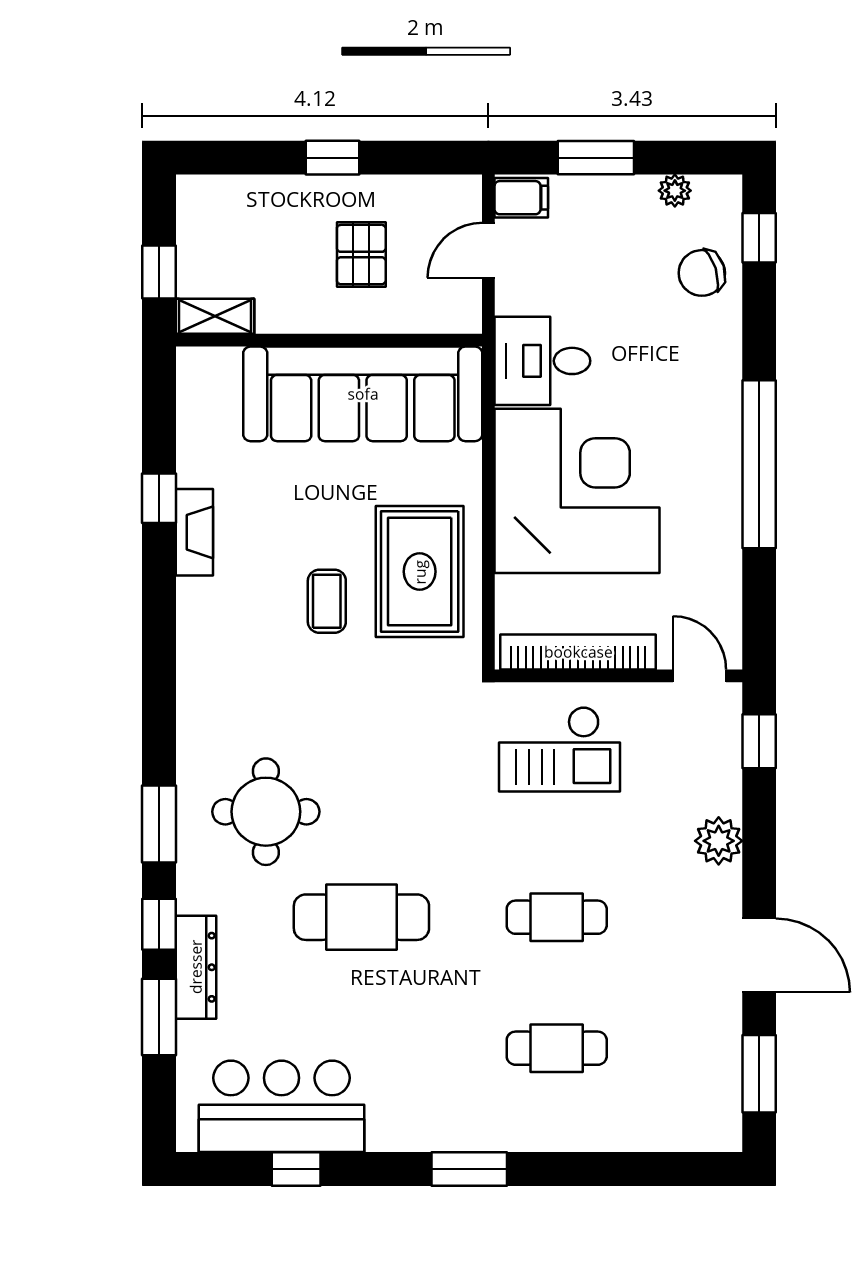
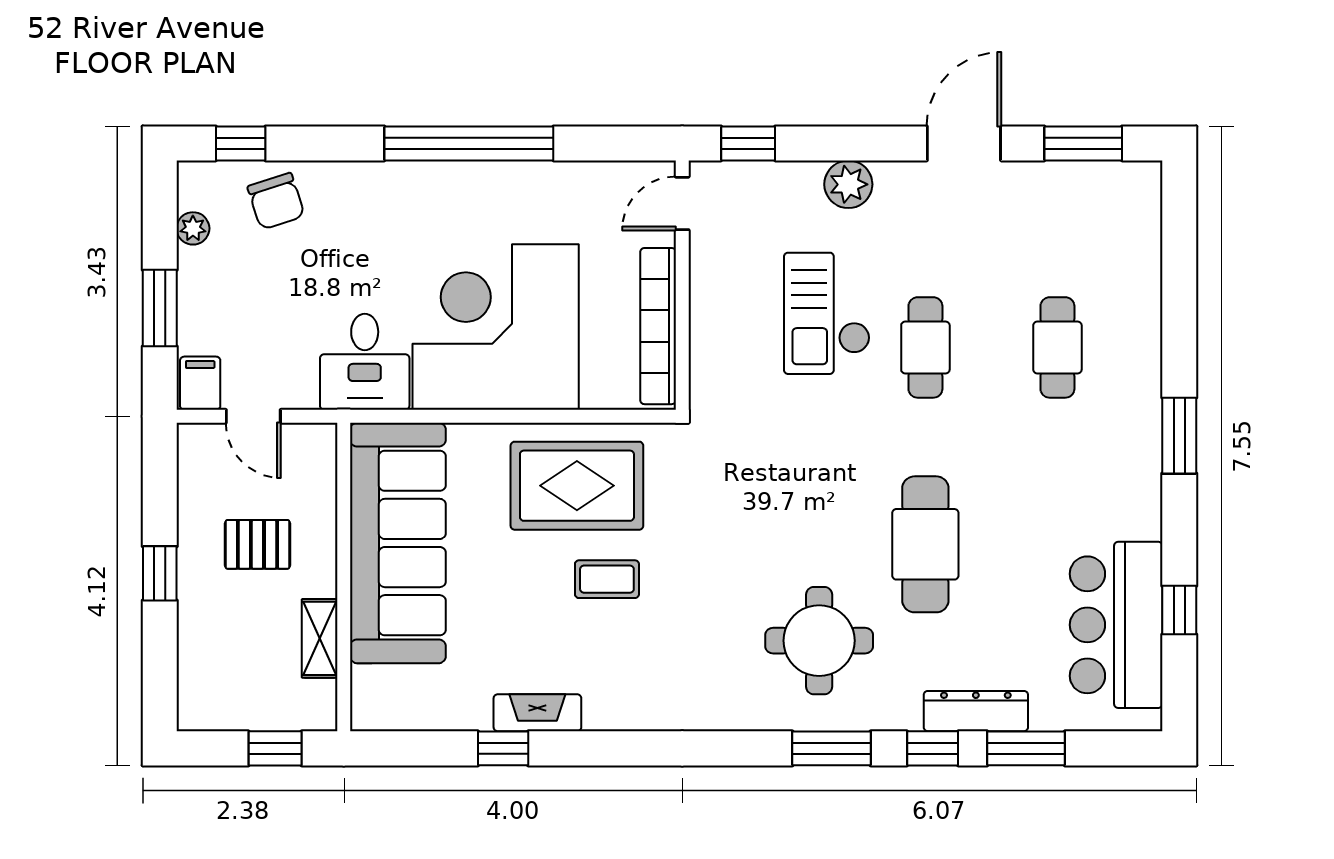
shelving: (215, 316) -> (320, 638), moved
checkout: (559, 749) -> (827, 313), moved, turned 180

